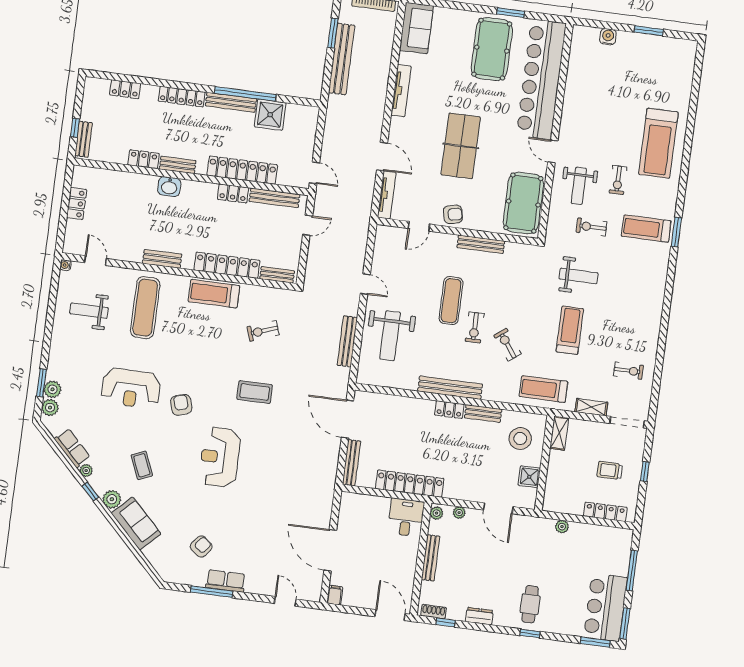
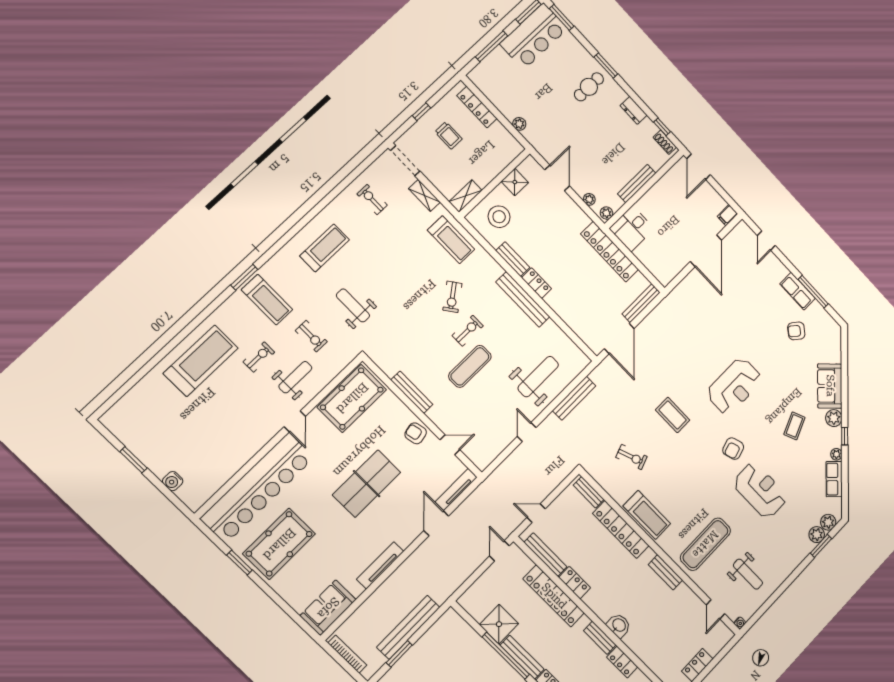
treadmill: (570, 330) -> (325, 248), moved, turned 180
window: (530, 634) -> (606, 66), width x1.50

